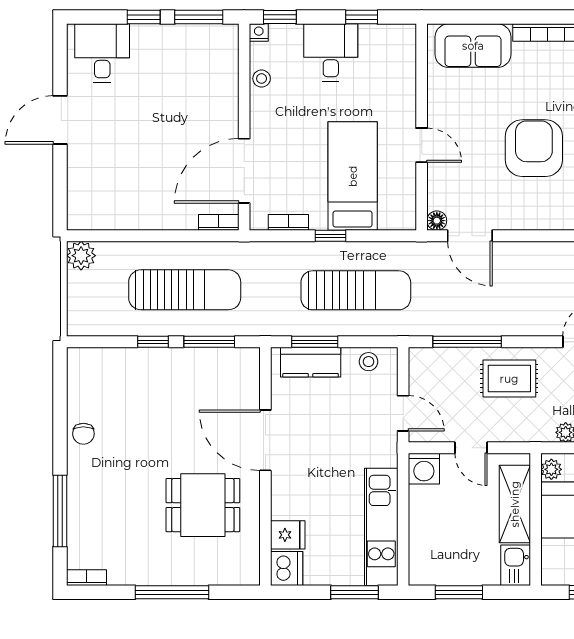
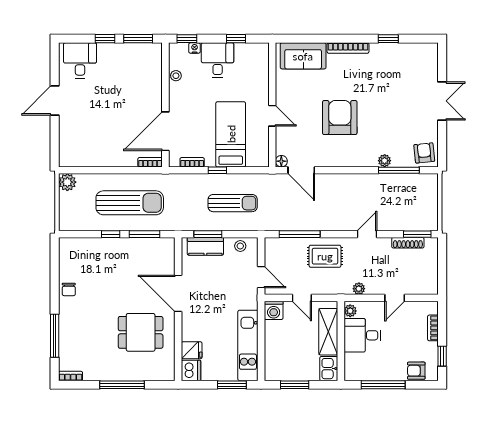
nightstand: (259, 33) -> (195, 48), moved
sun lounger: (356, 290) -> (233, 203), width x0.73, depth x0.75

